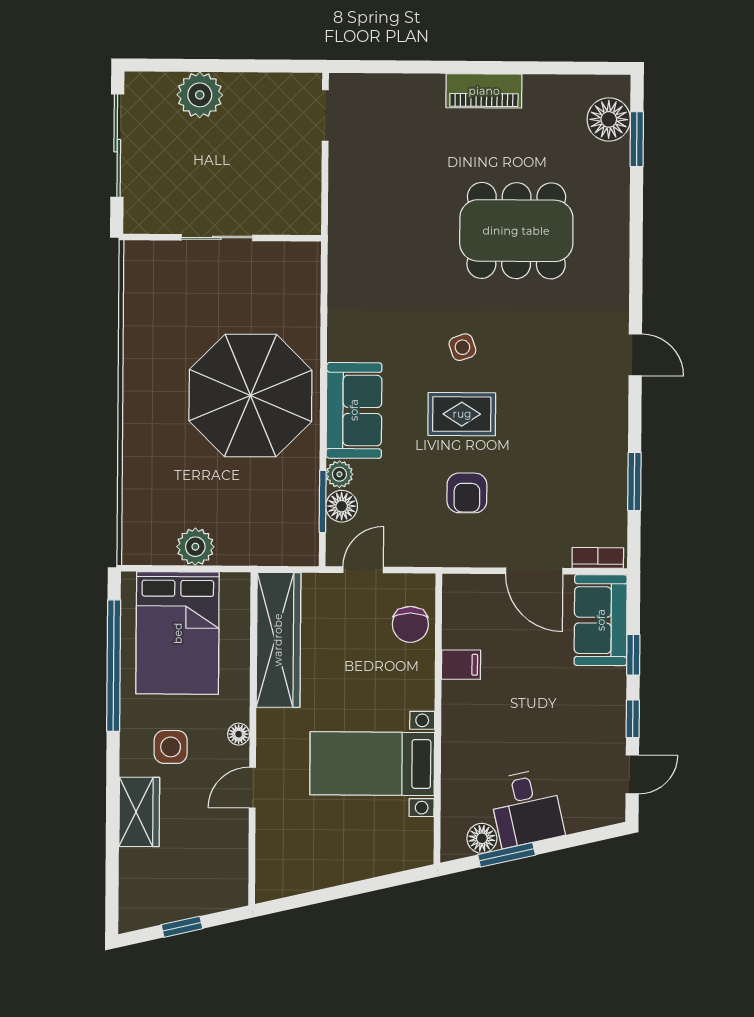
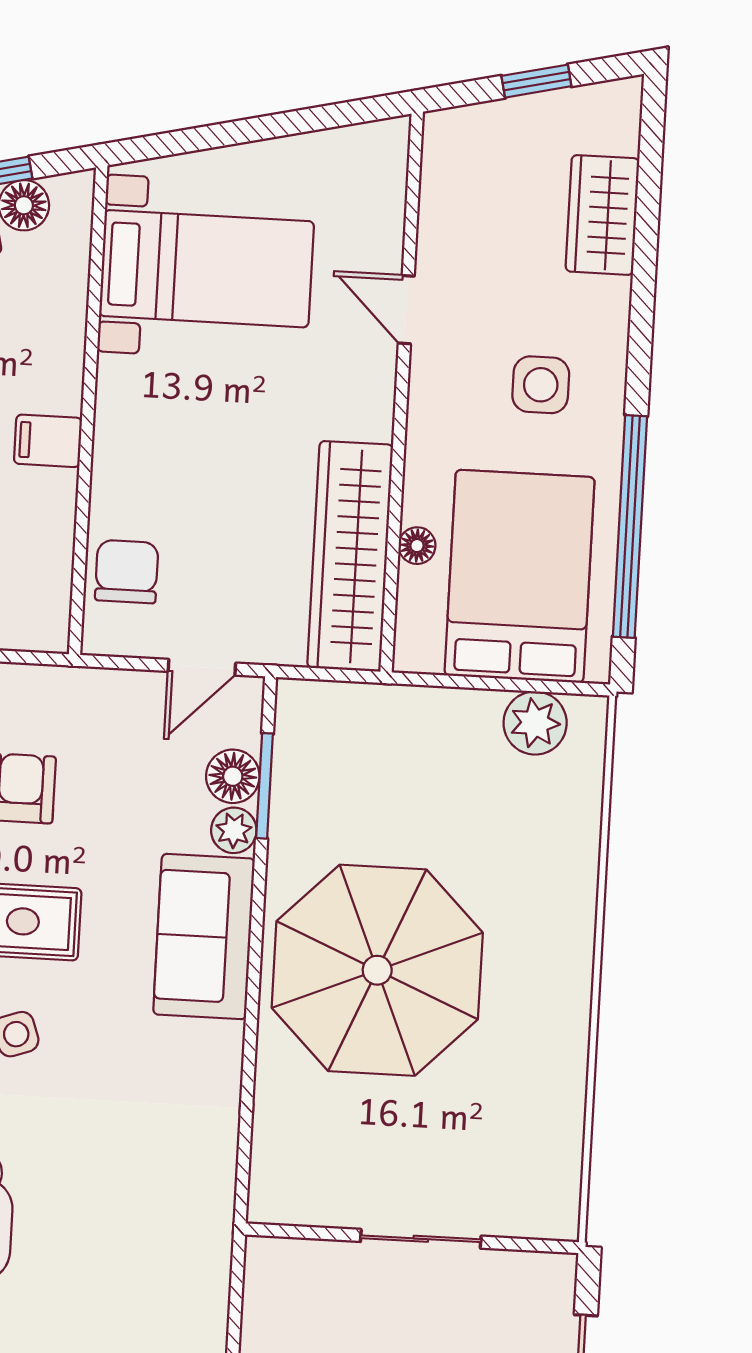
plant: (195, 547) -> (535, 723), moved
filing cabinet: (461, 665) -> (48, 441), moved
floor lamp: (239, 734) -> (417, 546), moved
bed with nightstands: (372, 764) -> (207, 269), moved
door: (252, 788) -> (406, 310), swing flipped
wardrobe: (139, 812) -> (603, 215), moved

